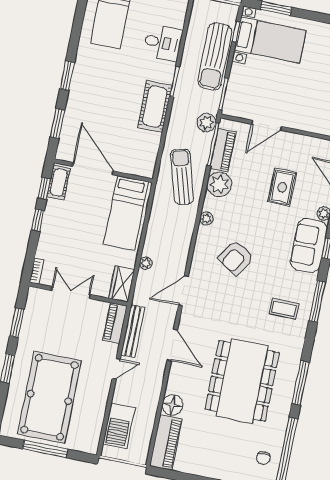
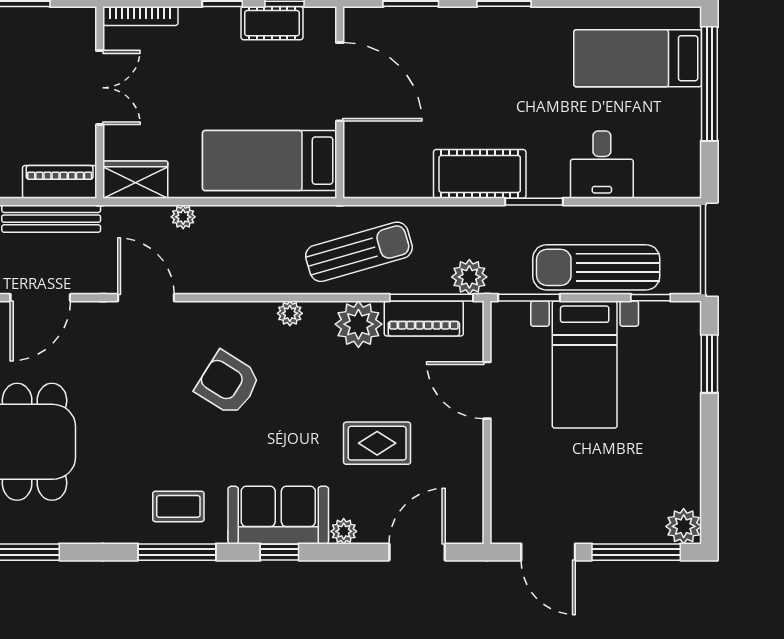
bed with nightstands: (270, 40) -> (585, 364), moved
door: (93, 169) -> (340, 82), hinge flipped
cot: (59, 183) -> (272, 23), moved
bookcase: (37, 271) -> (140, 16), width x1.56
coffee table: (284, 309) -> (178, 506), moved, turned 90

